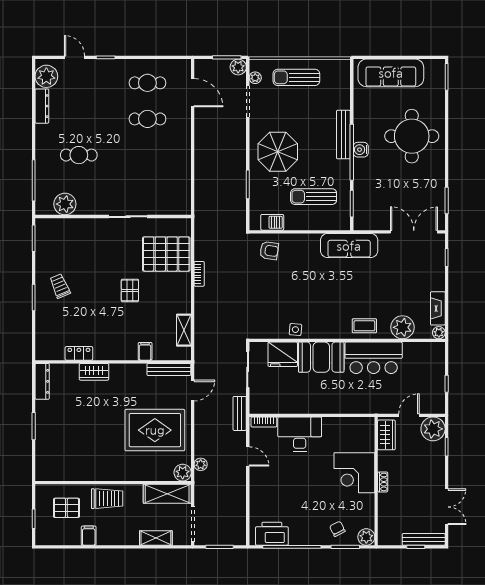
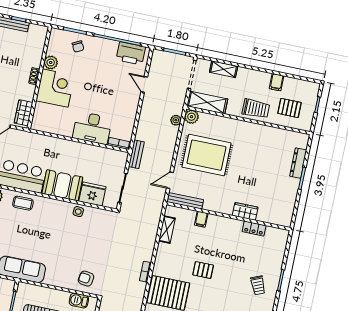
pallet: (130, 290) -> (203, 270), turned 90
dresser: (42, 381) -> (298, 163), moved
door: (248, 456) -> (144, 84), moved
trolley: (107, 499) -> (256, 109), turned 180
plant: (366, 537) -> (51, 62), moved

